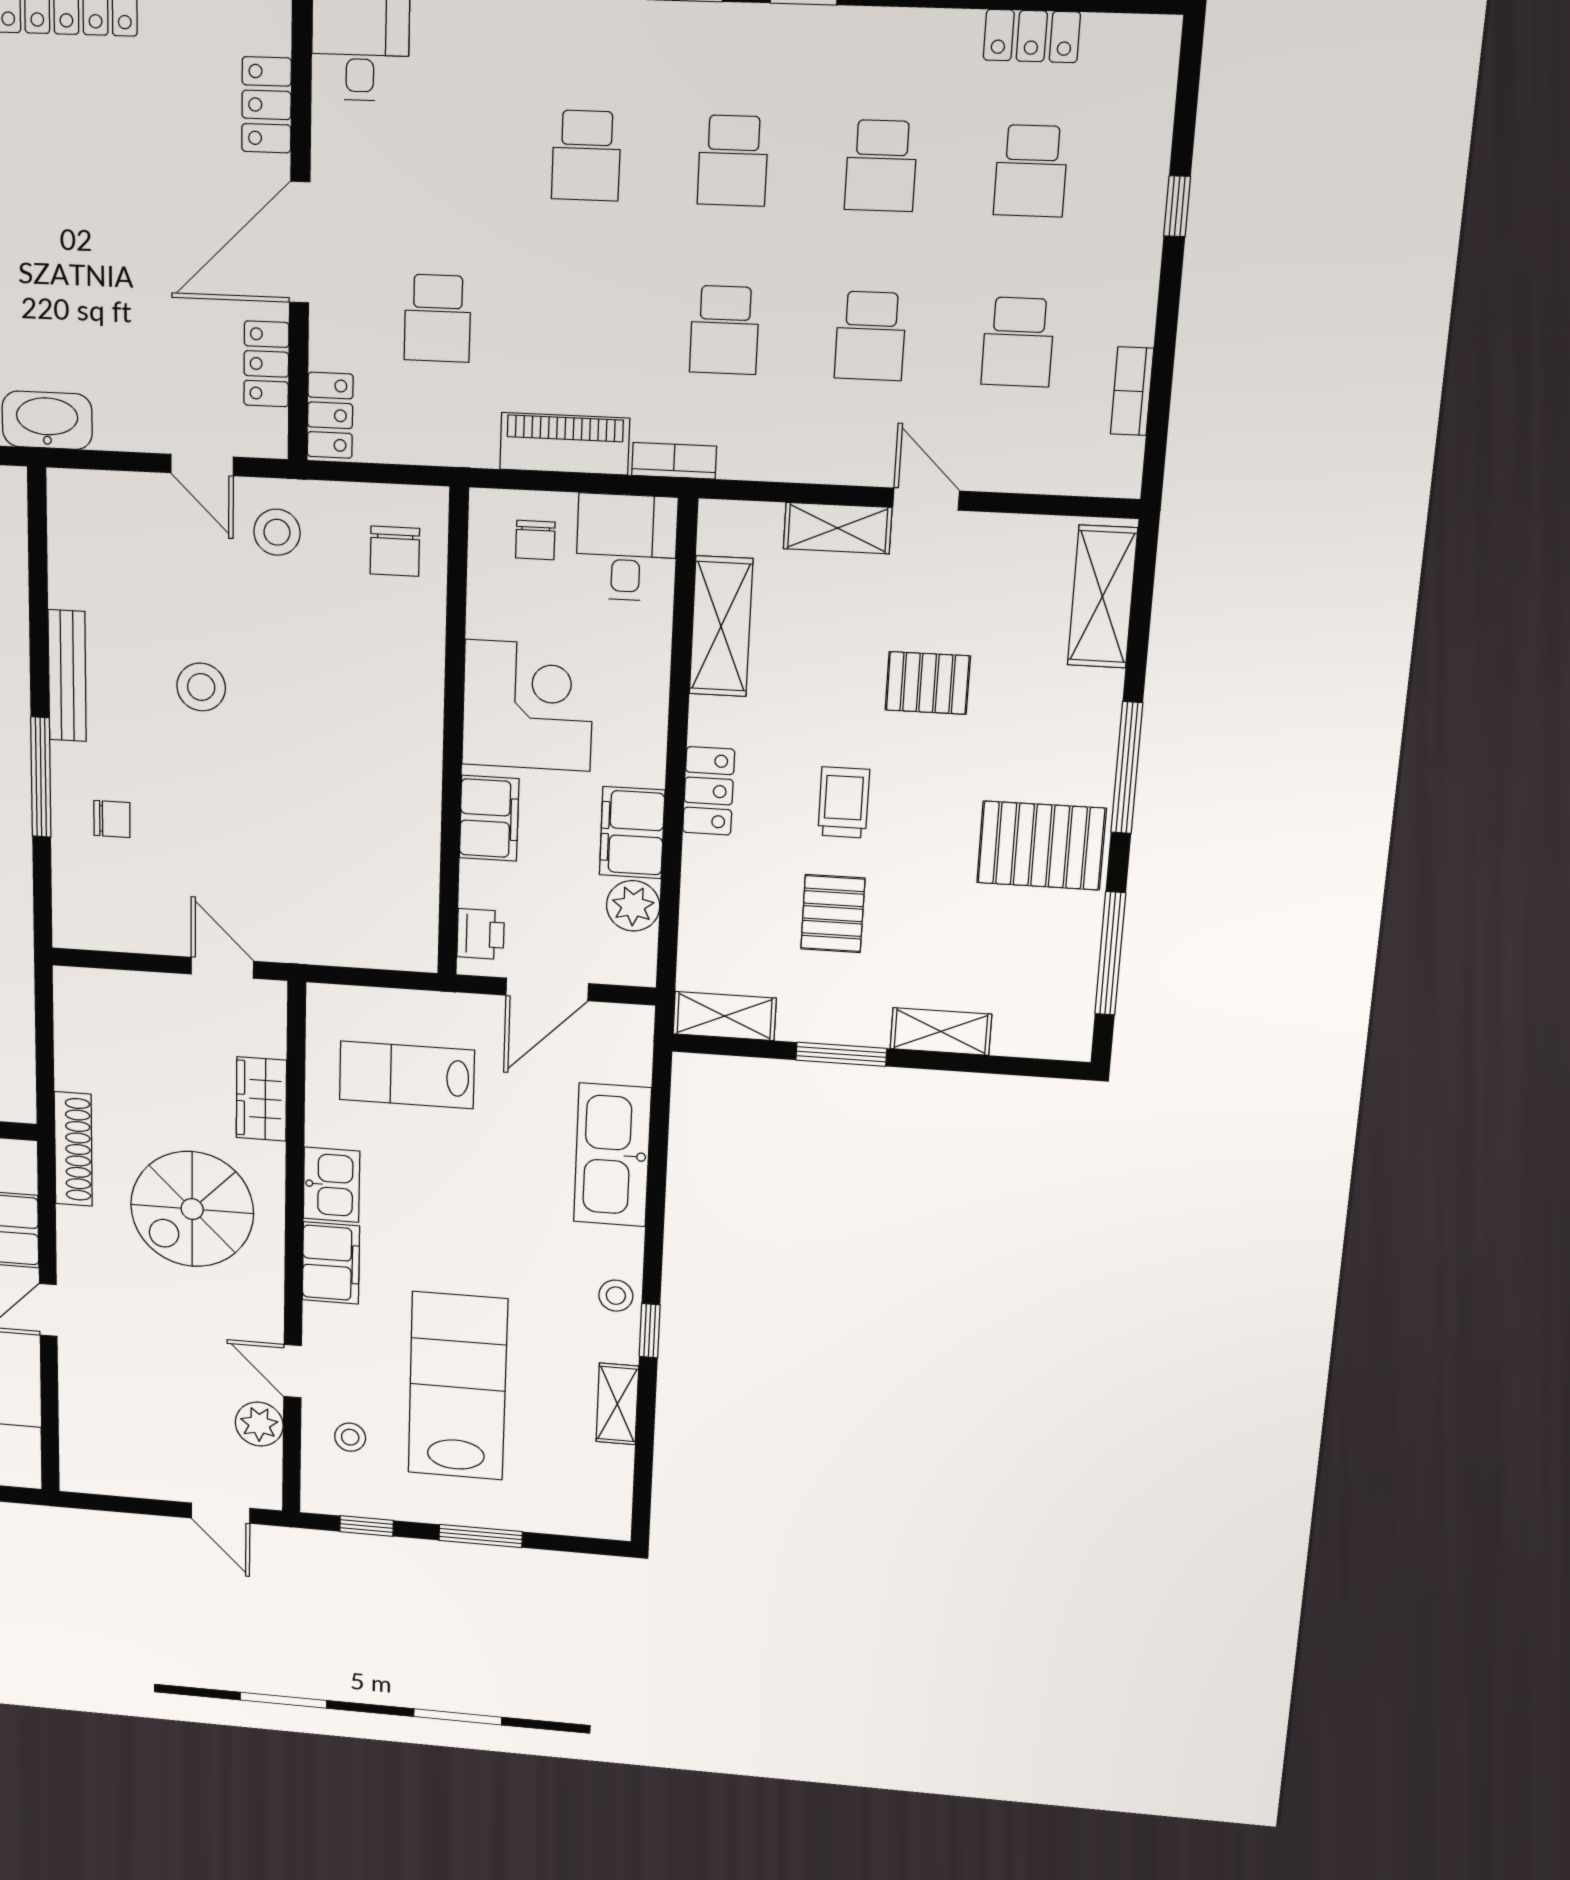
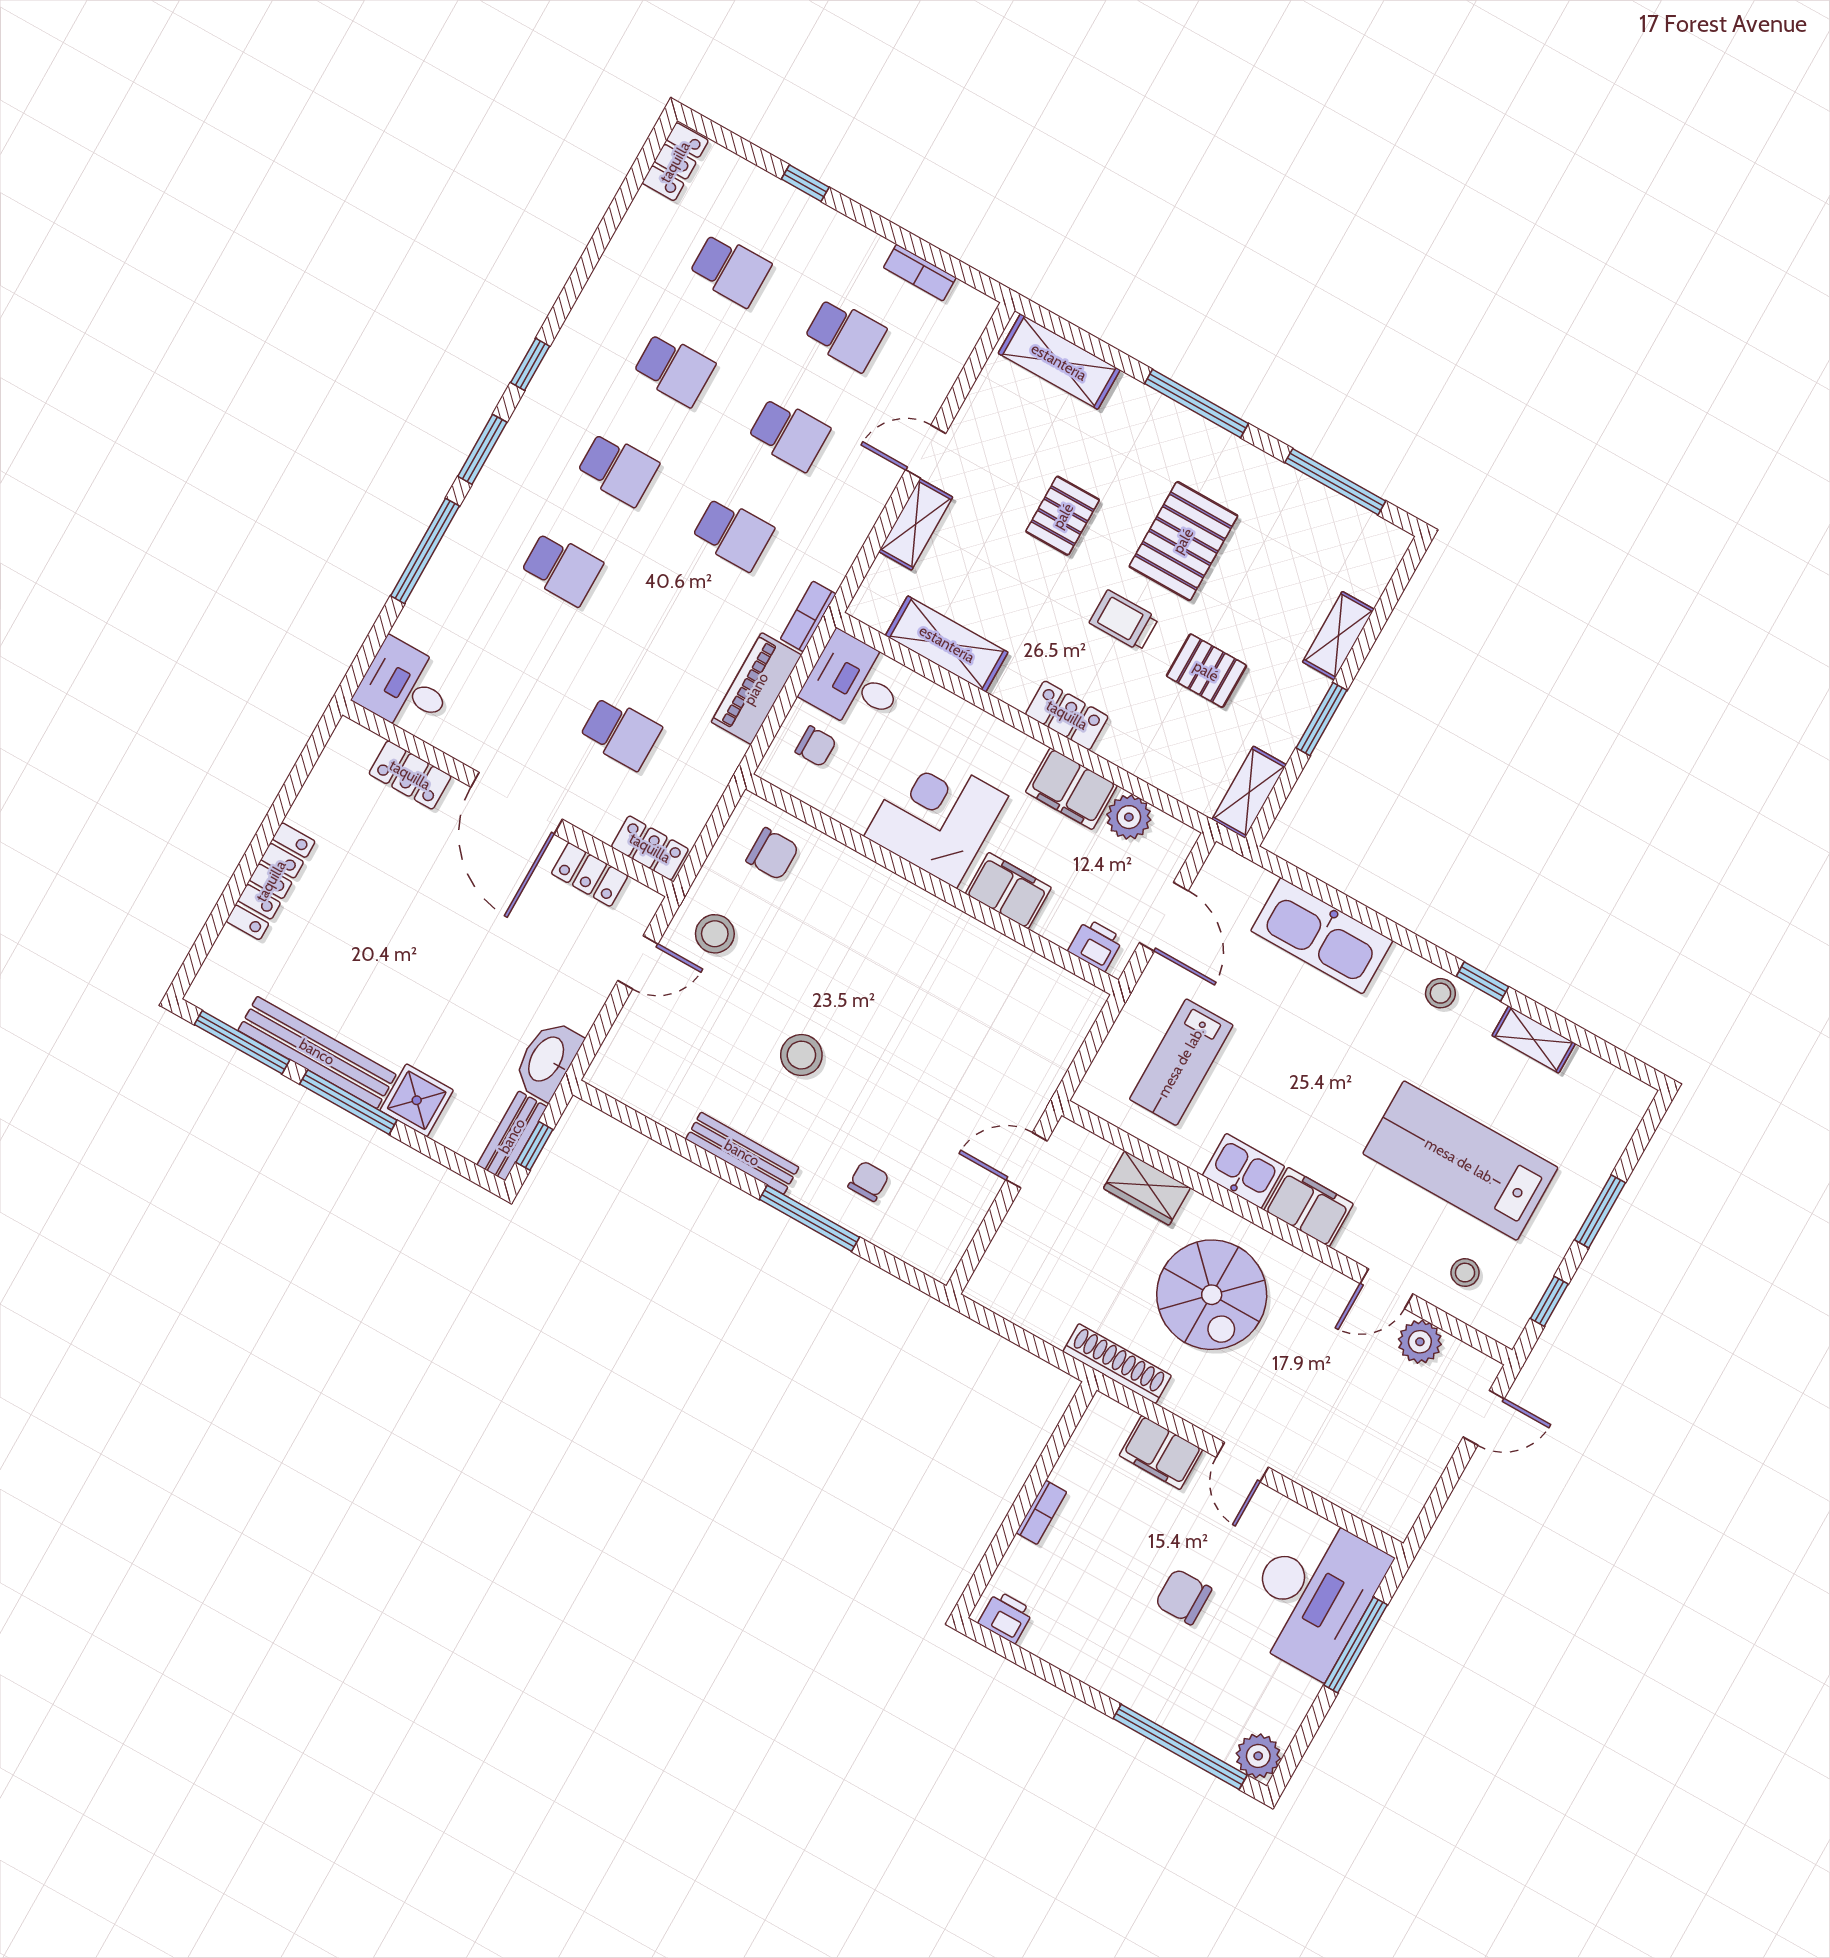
locker: (1032, 36) -> (675, 162), moved
pallet: (1041, 846) -> (1183, 541), moved

